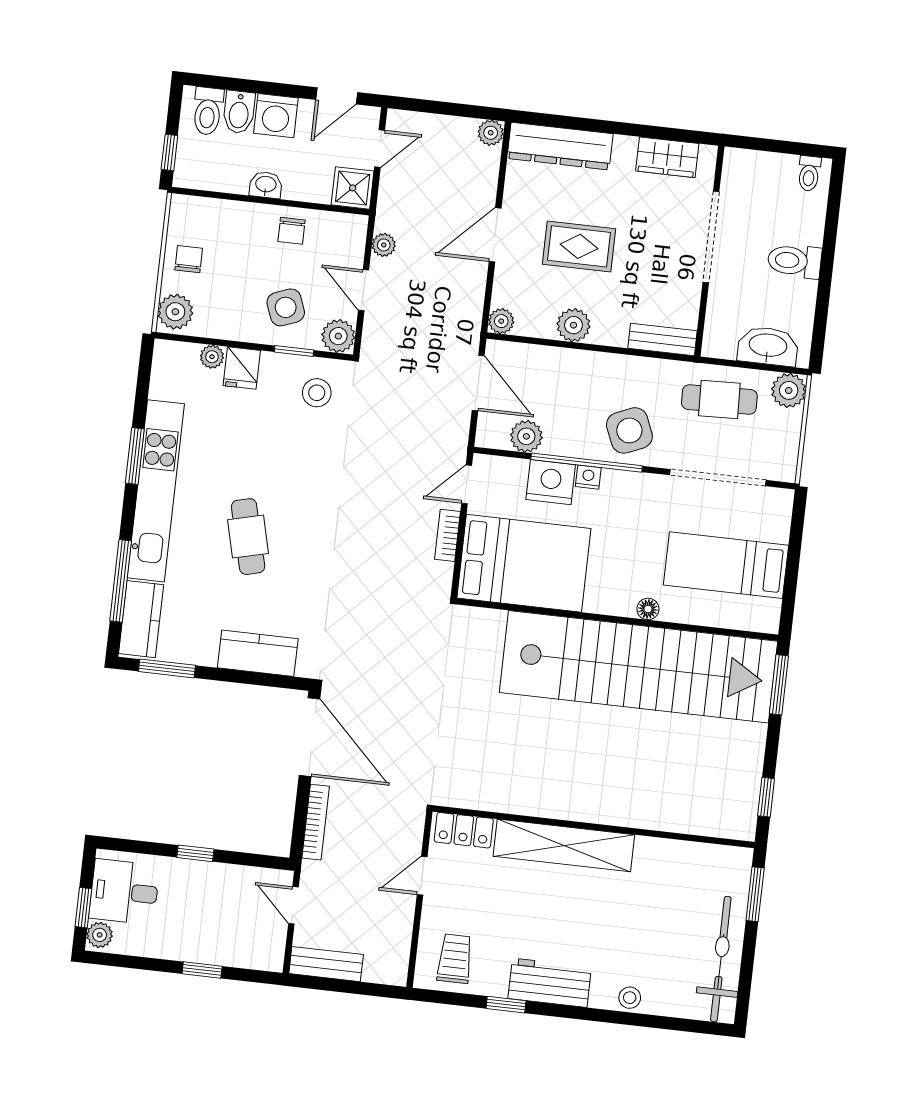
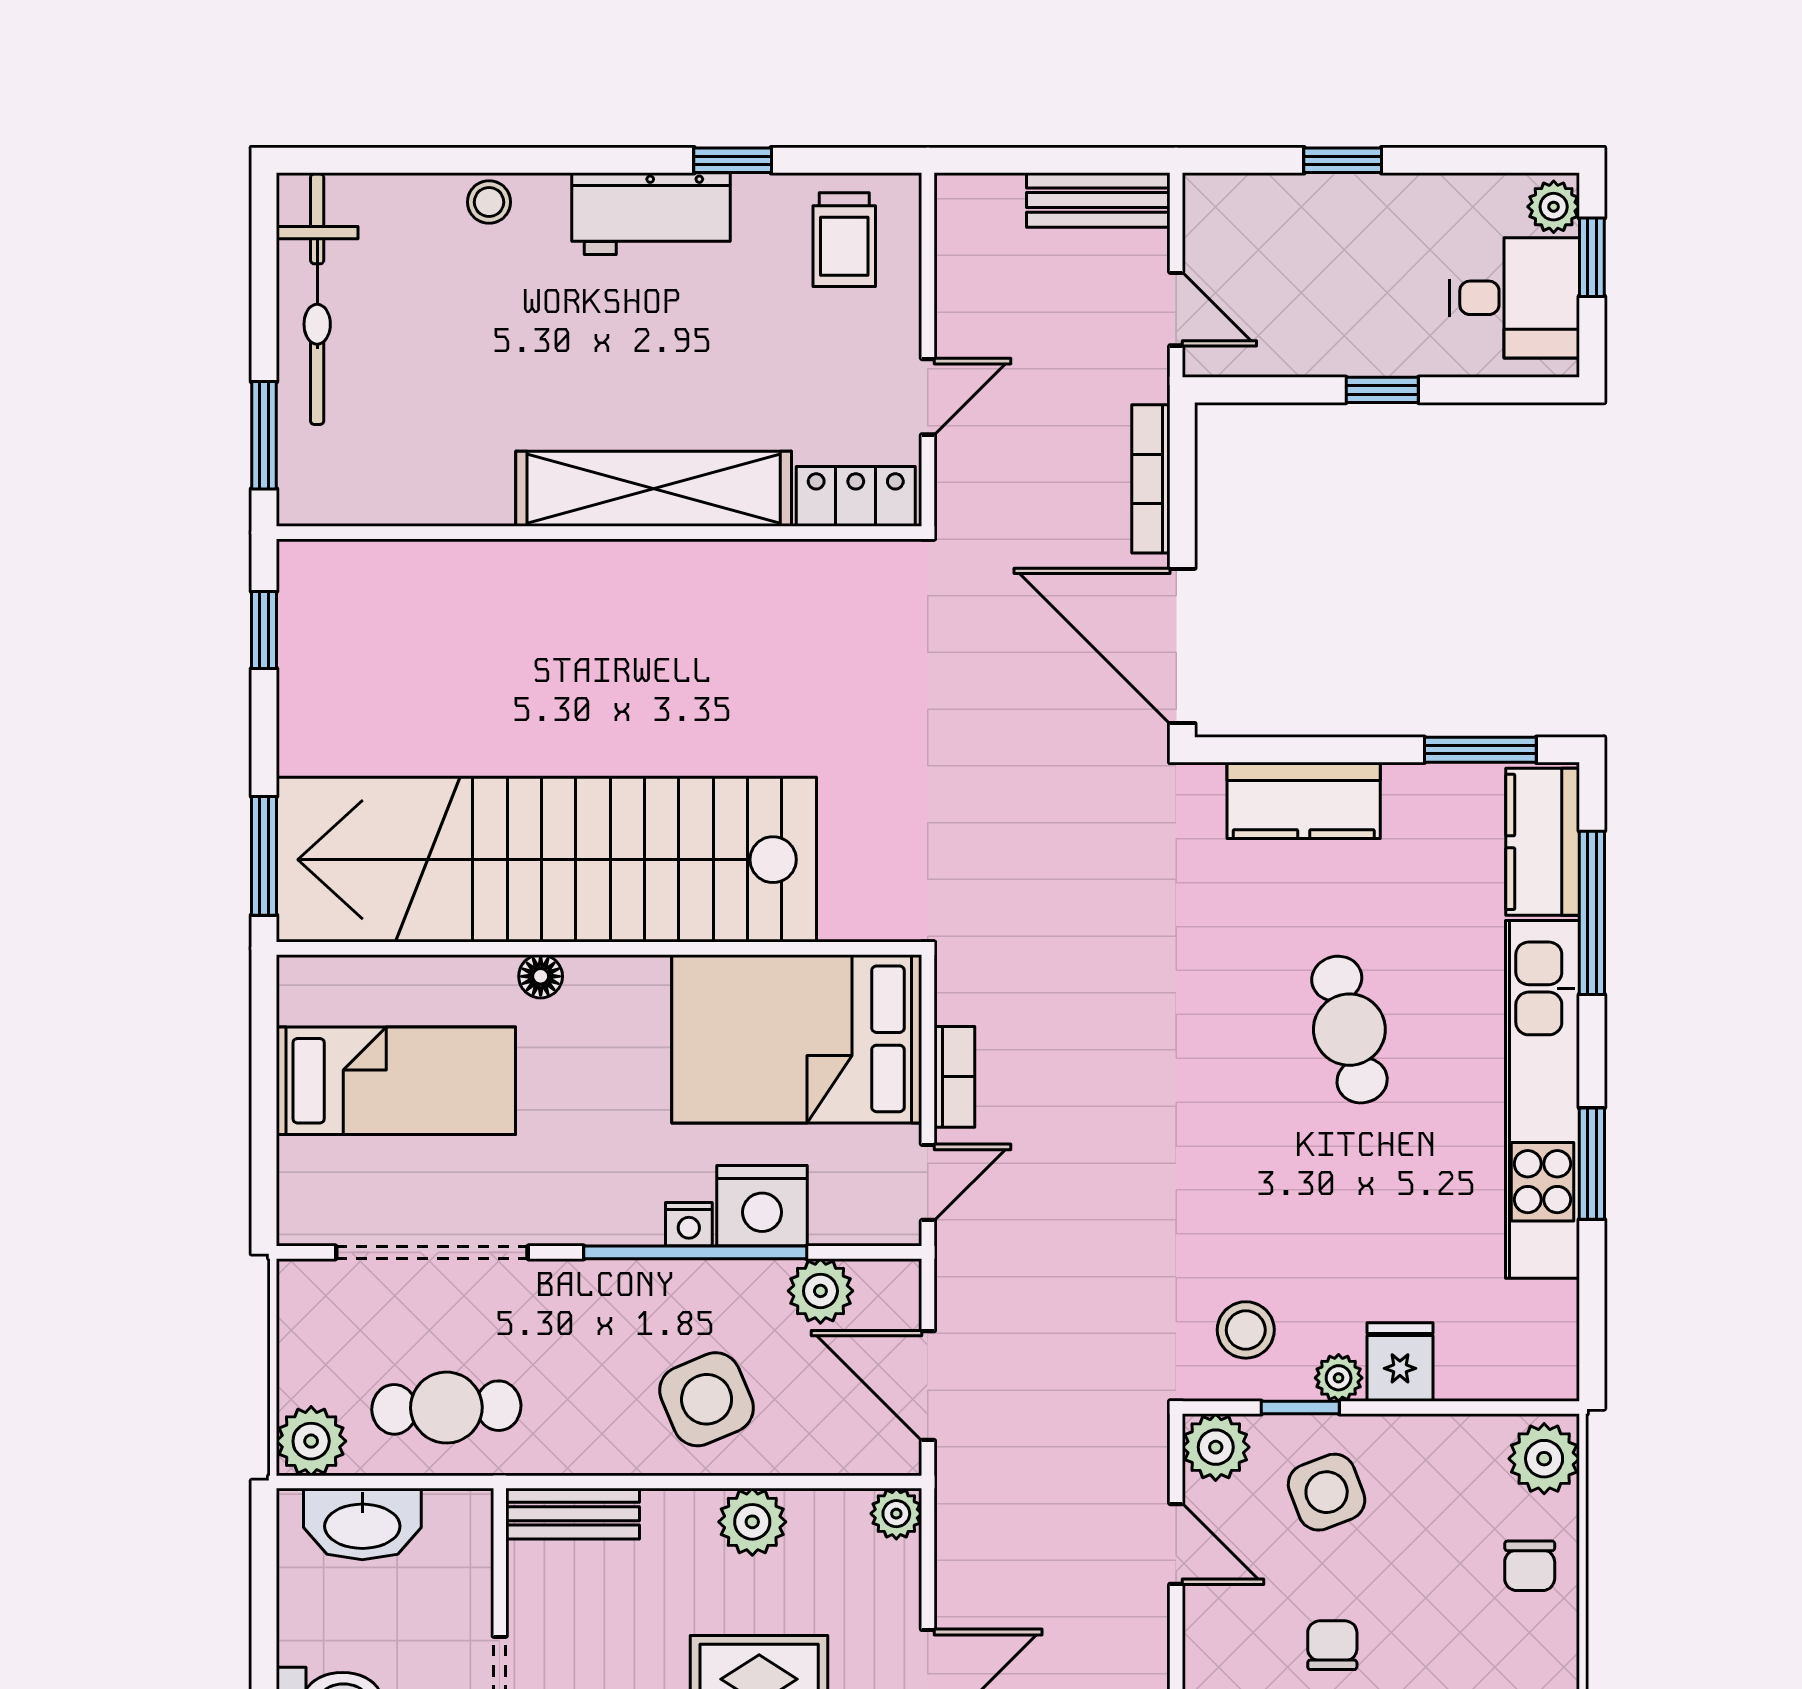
plant: (384, 245) -> (1146, 1638), removed
plant: (212, 357) -> (1339, 1378), moved
side table: (629, 430) -> (707, 1399), moved

